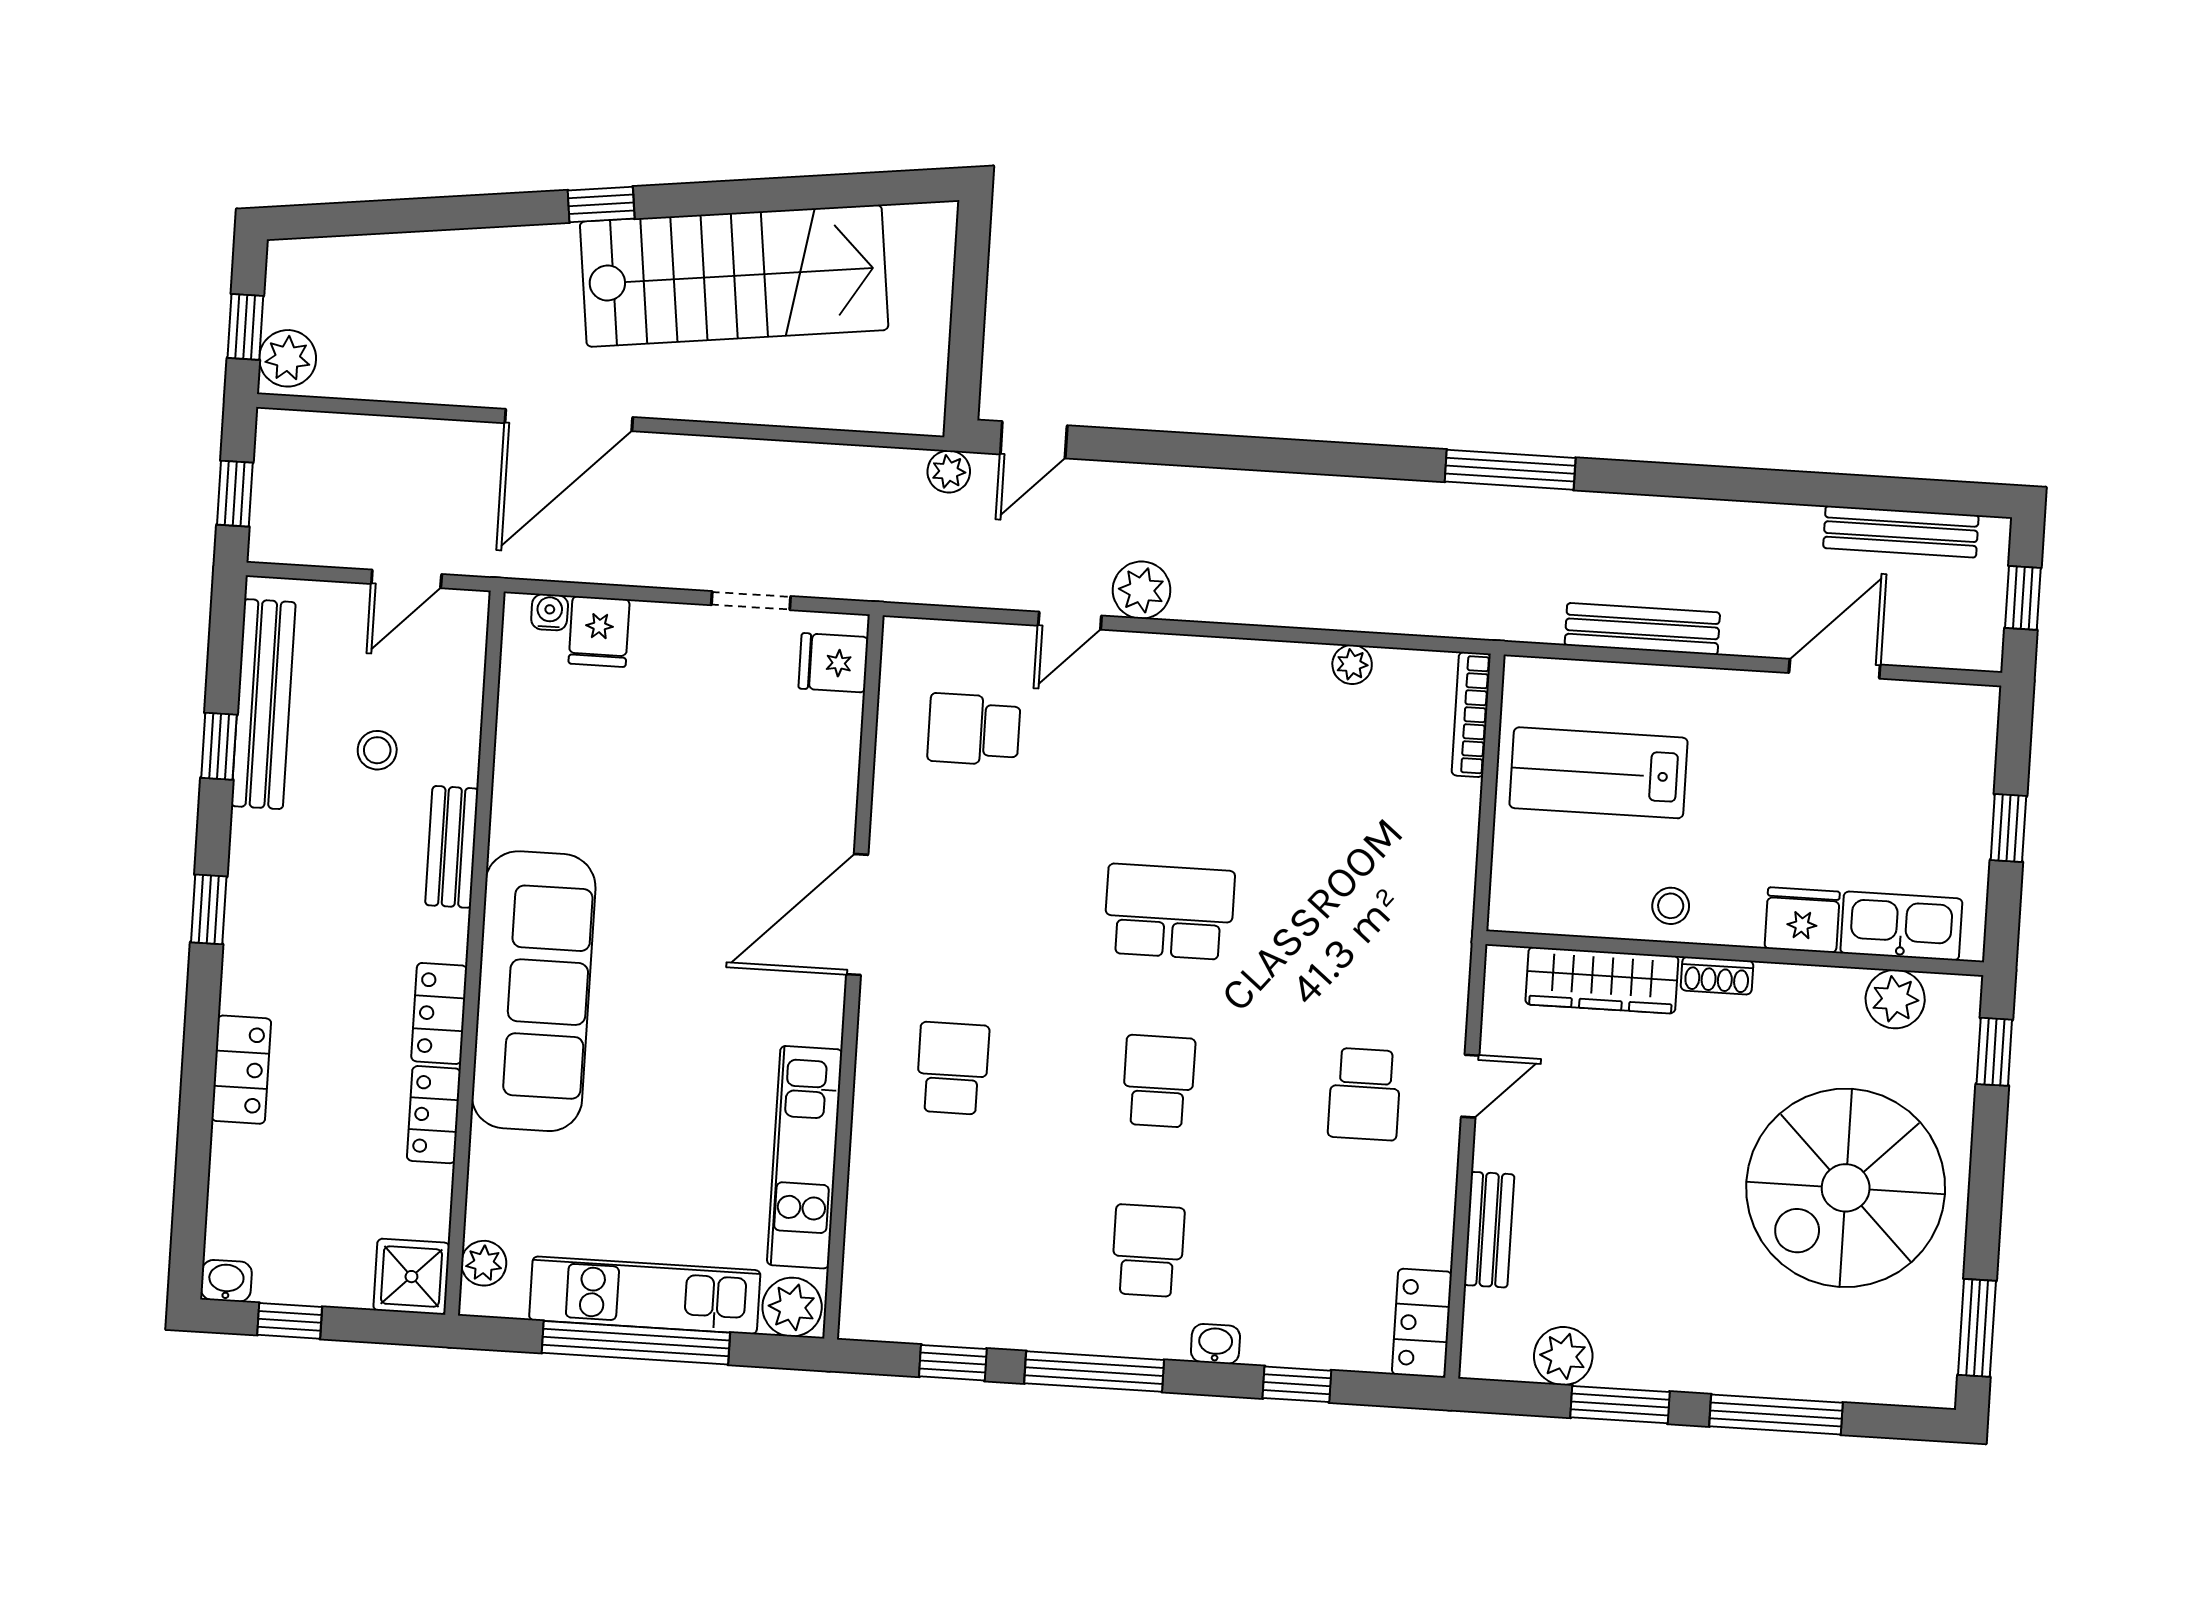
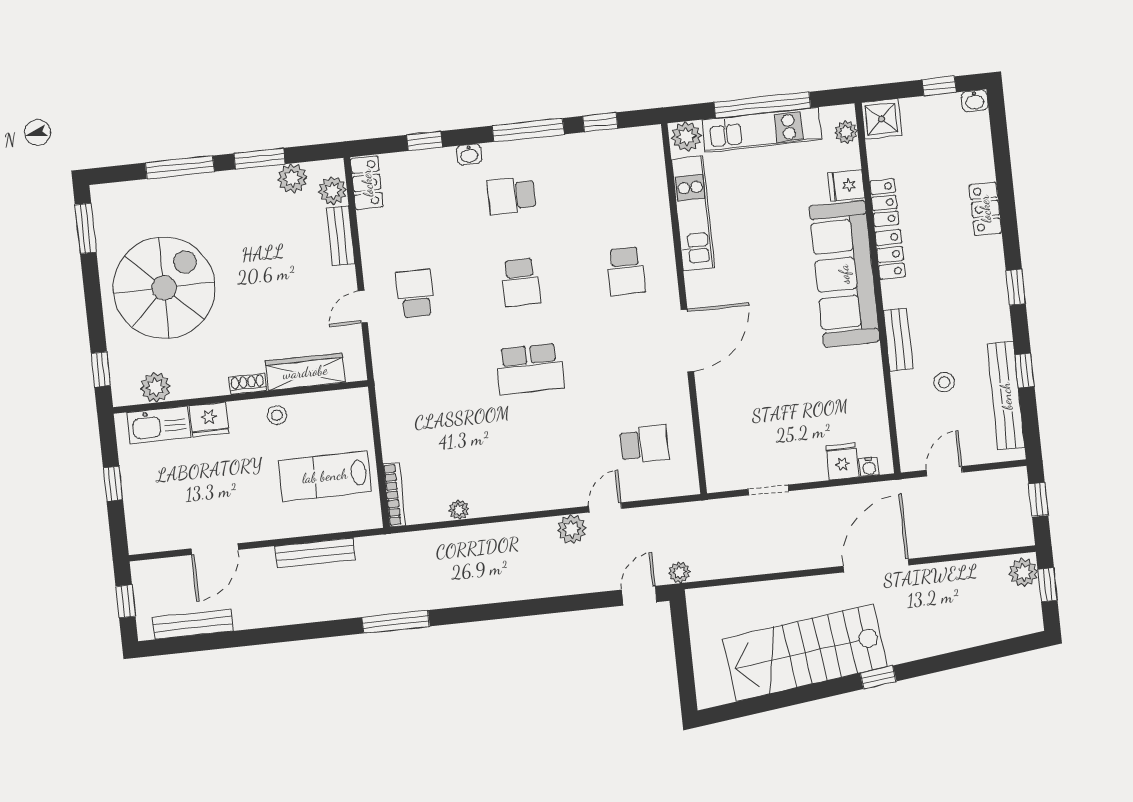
fridge: (833, 663) -> (846, 185), moved, turned 180
lab bench: (1598, 773) -> (325, 476), turned 180
school desk: (1148, 1251) -> (511, 196), turned 90
plant: (1490, 1319) -> (333, 191), added

